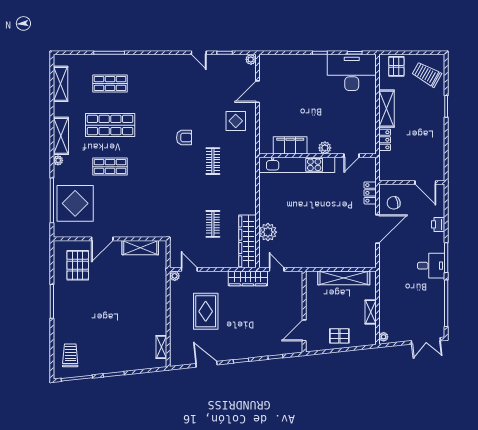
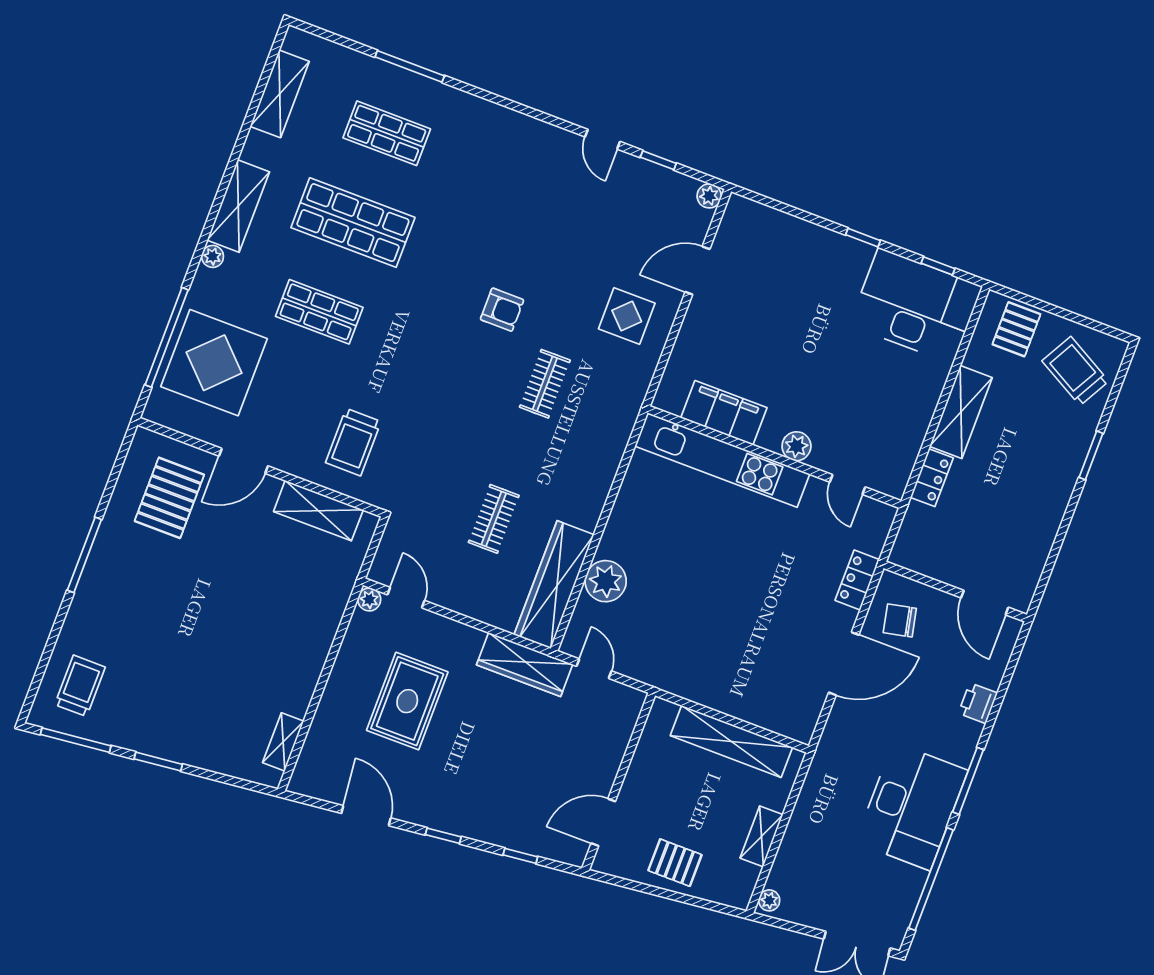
door: (351, 156) -> (848, 485), hinge flipped
trolley: (144, 214) -> (353, 442), added
desk: (431, 266) -> (912, 806), width x1.87, depth x1.30

